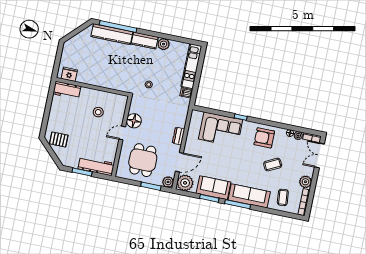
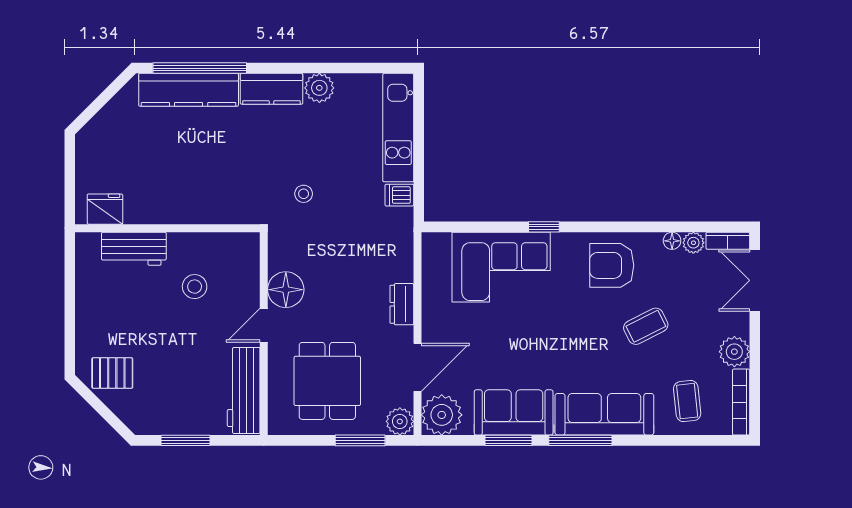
workbench: (67, 90) -> (134, 249), moved
workbench: (96, 166) -> (244, 390), moved, turned -90

